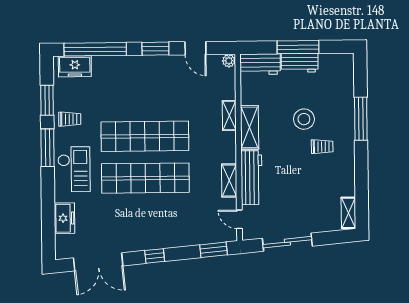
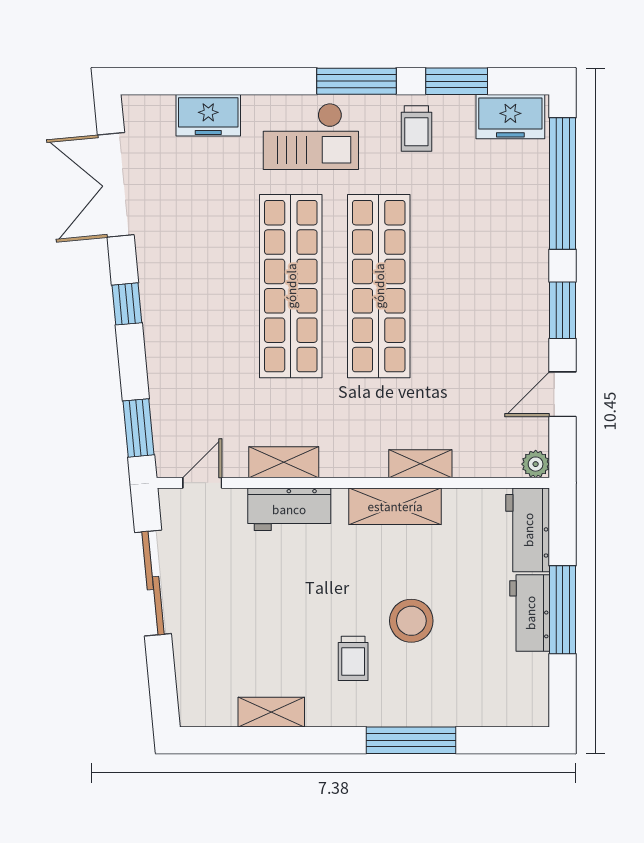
freezer: (75, 66) -> (510, 117), moved, turned -90
workbench: (251, 178) -> (289, 509), width x0.73
shelving: (348, 213) -> (271, 712), moved

